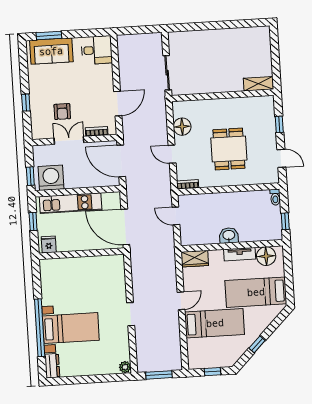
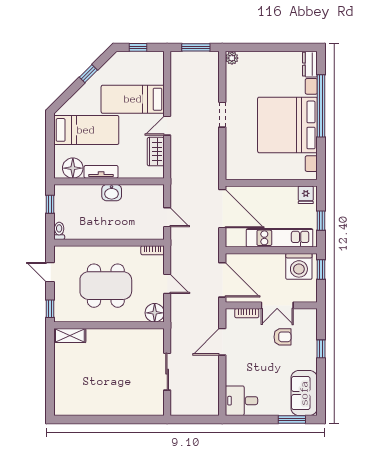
sofa: (51, 51) -> (304, 393), moved, turned -90
shelving: (258, 84) -> (70, 335), moved
wall: (223, 95) -> (109, 325), moved
armchair: (62, 112) -> (282, 337), turned 90
dining table: (229, 149) -> (106, 286), width x1.38
wardrobe: (195, 259) -> (156, 152), moved, turned -90
bed with nightstands: (71, 328) -> (287, 125), width x1.85

